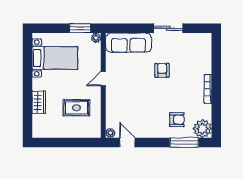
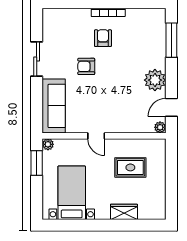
rug: (76, 108) -> (130, 167), turned 90
armchair: (177, 120) -> (103, 38), moved
plant: (202, 129) -> (155, 80), moved

